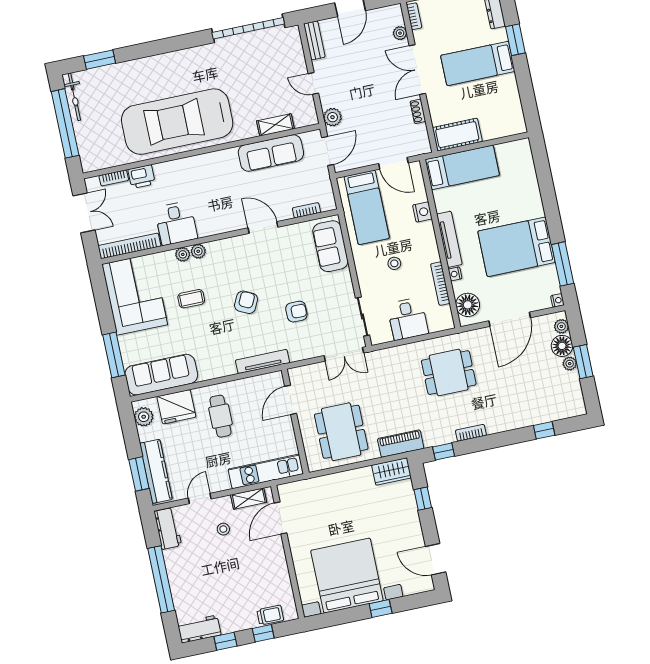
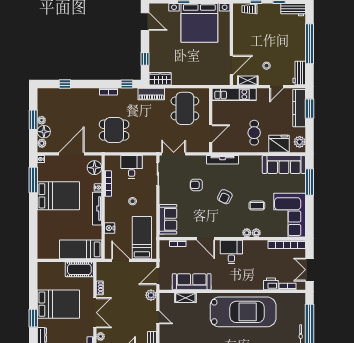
bed: (478, 63) -> (58, 304), width x1.50
desk: (176, 223) -> (231, 252), moved

